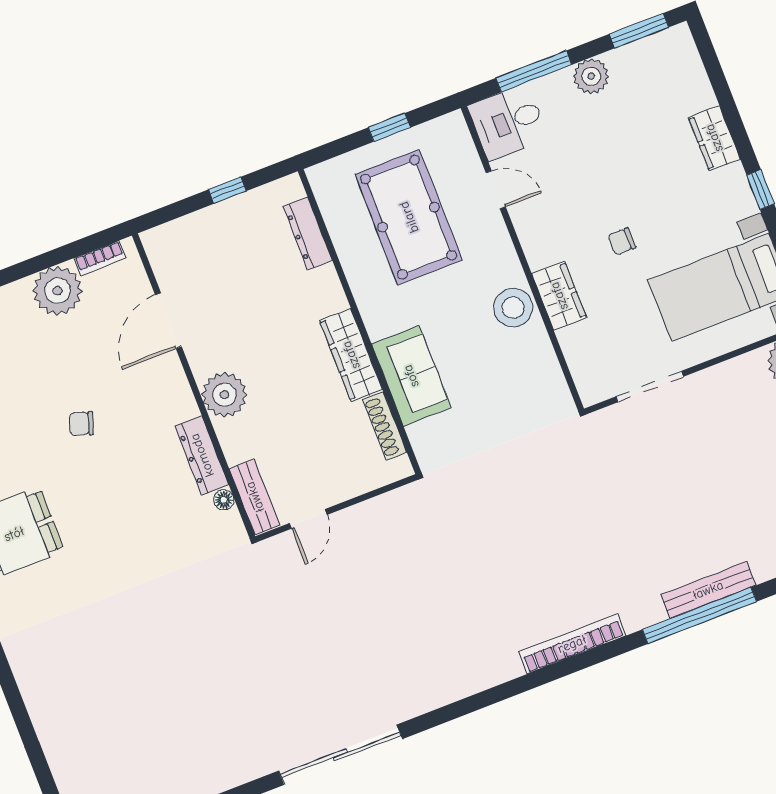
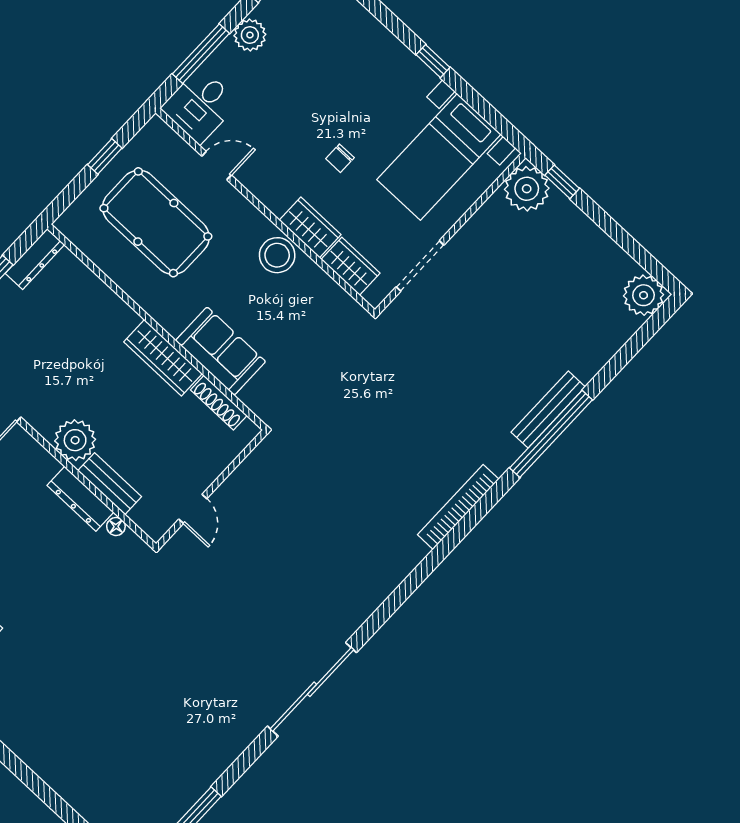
wardrobe: (714, 138) -> (351, 266), moved, turned 180
dresser: (308, 233) -> (35, 259), moved, turned -90
bench: (255, 497) -> (110, 484), moved

